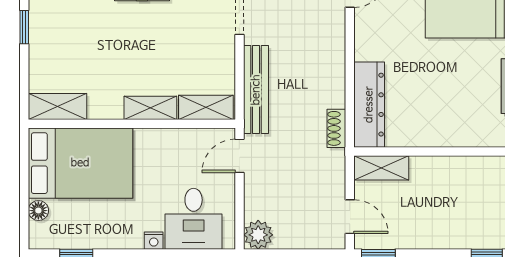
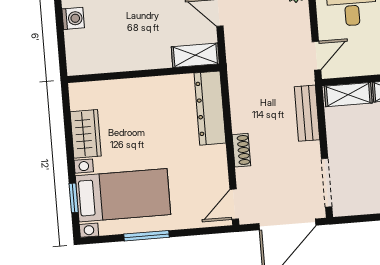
bench: (256, 90) -> (307, 113), width x0.73
shoe rack: (336, 128) -> (241, 150), moved

